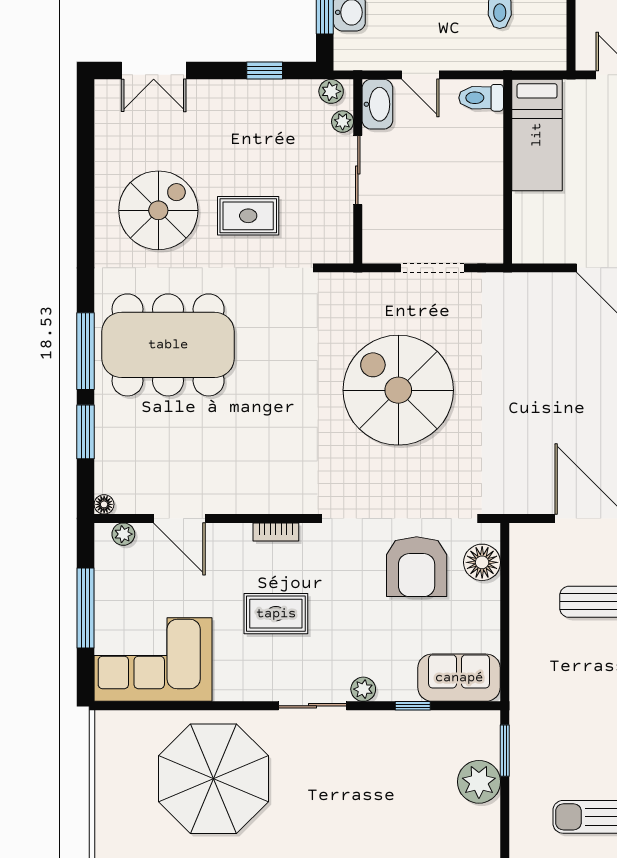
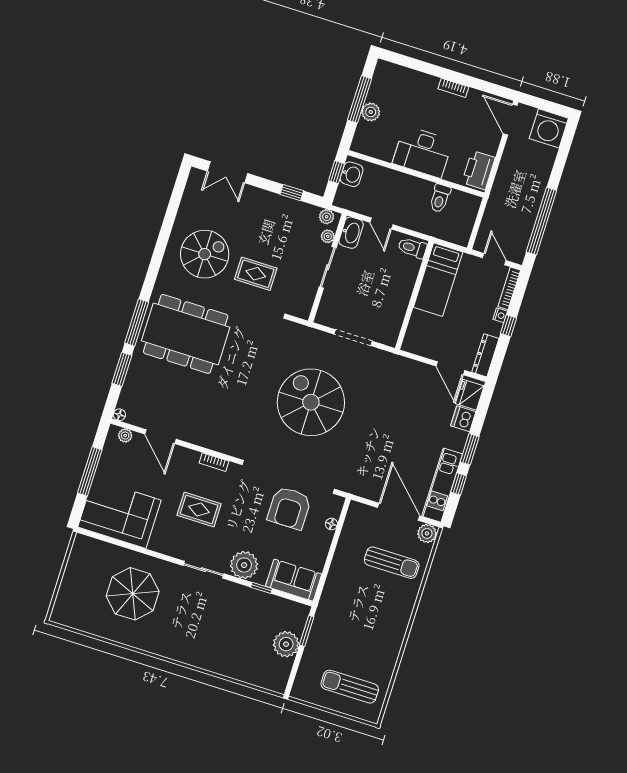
floor lamp: (482, 562) -> (331, 524), width x0.53, depth x0.53
plant: (363, 689) -> (244, 565), width x1.88, depth x1.88
parasol: (213, 779) -> (133, 594), width x0.73, depth x0.73

